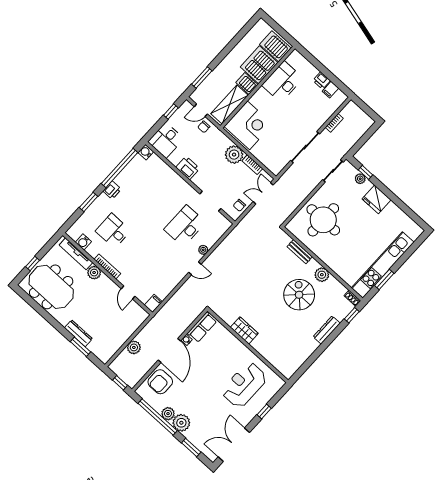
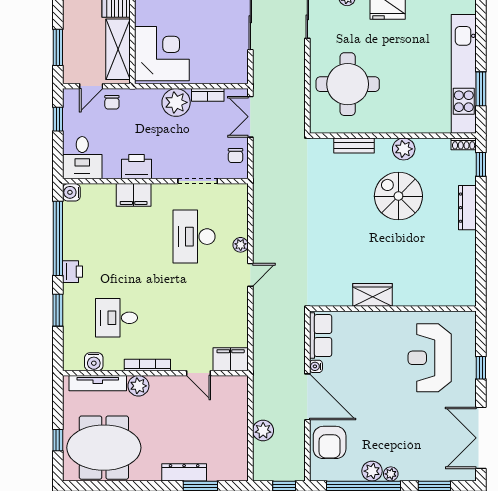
filing cabinet: (174, 180) -> (134, 195), added
filing cabinet: (153, 303) -> (231, 359), width x2.00
plant: (181, 423) -> (391, 474), width x0.53, depth x0.53

